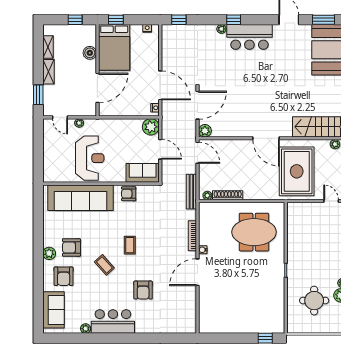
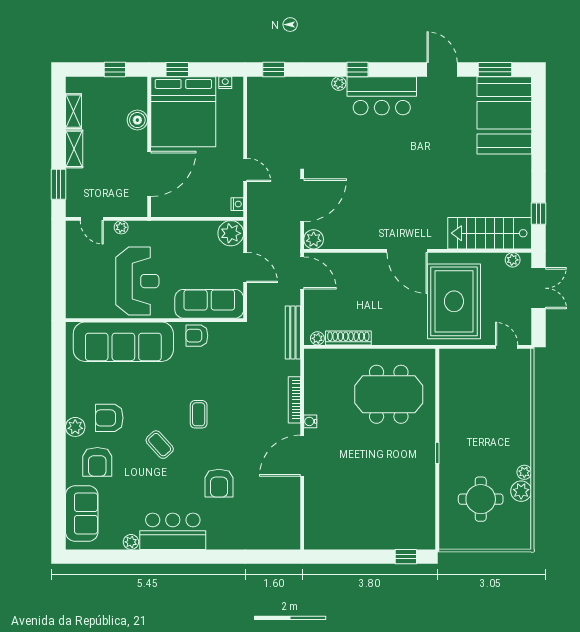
bed: (114, 47) -> (183, 112), width x1.36
door: (160, 85) -> (245, 170), width x0.53
sofa: (143, 173) -> (209, 304), width x1.36

